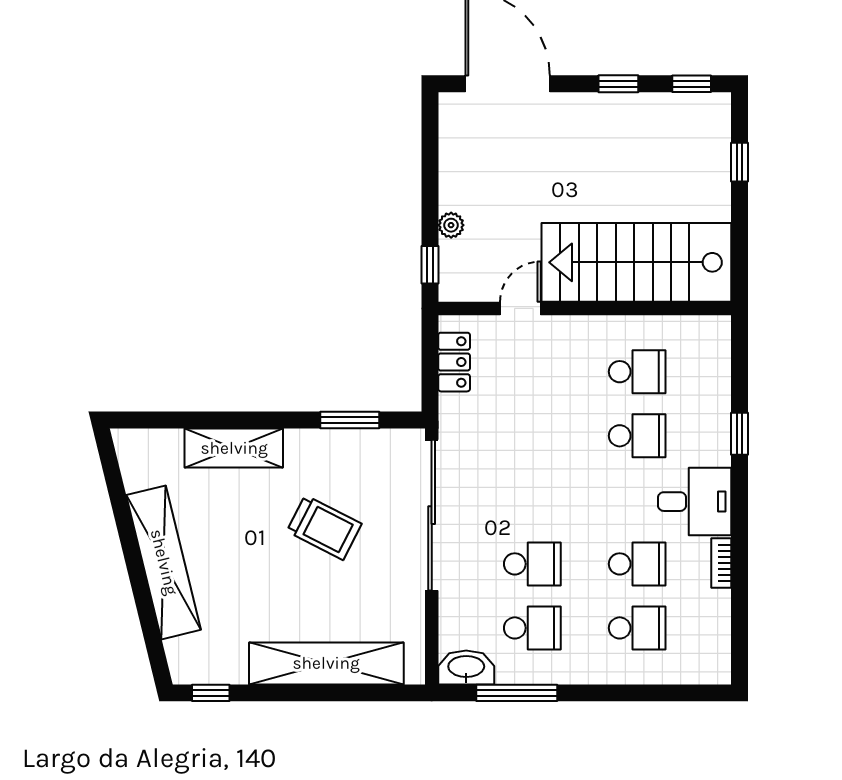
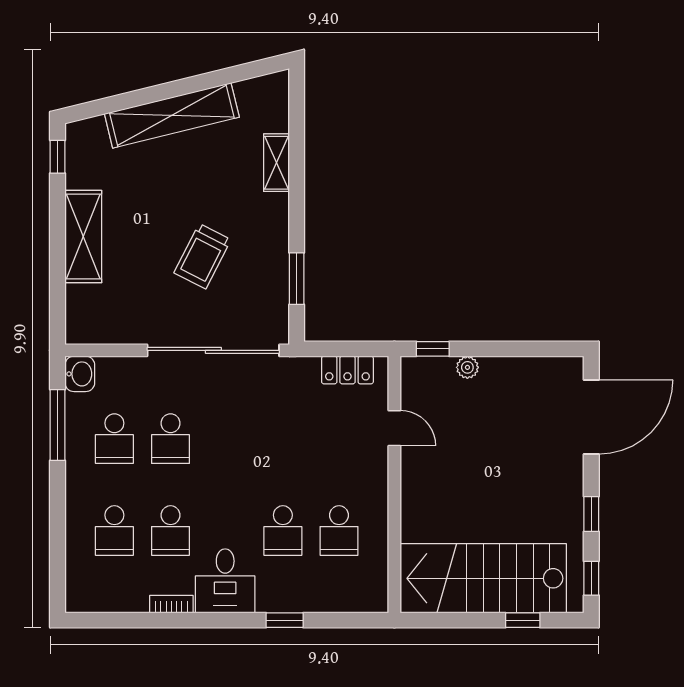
stairs: (636, 262) -> (483, 578), moved, turned -90
shelving: (234, 448) -> (276, 163), width x0.67, depth x0.75
shelving: (326, 663) -> (83, 237), width x0.68
washbasin: (466, 667) -> (80, 374), width x0.72

